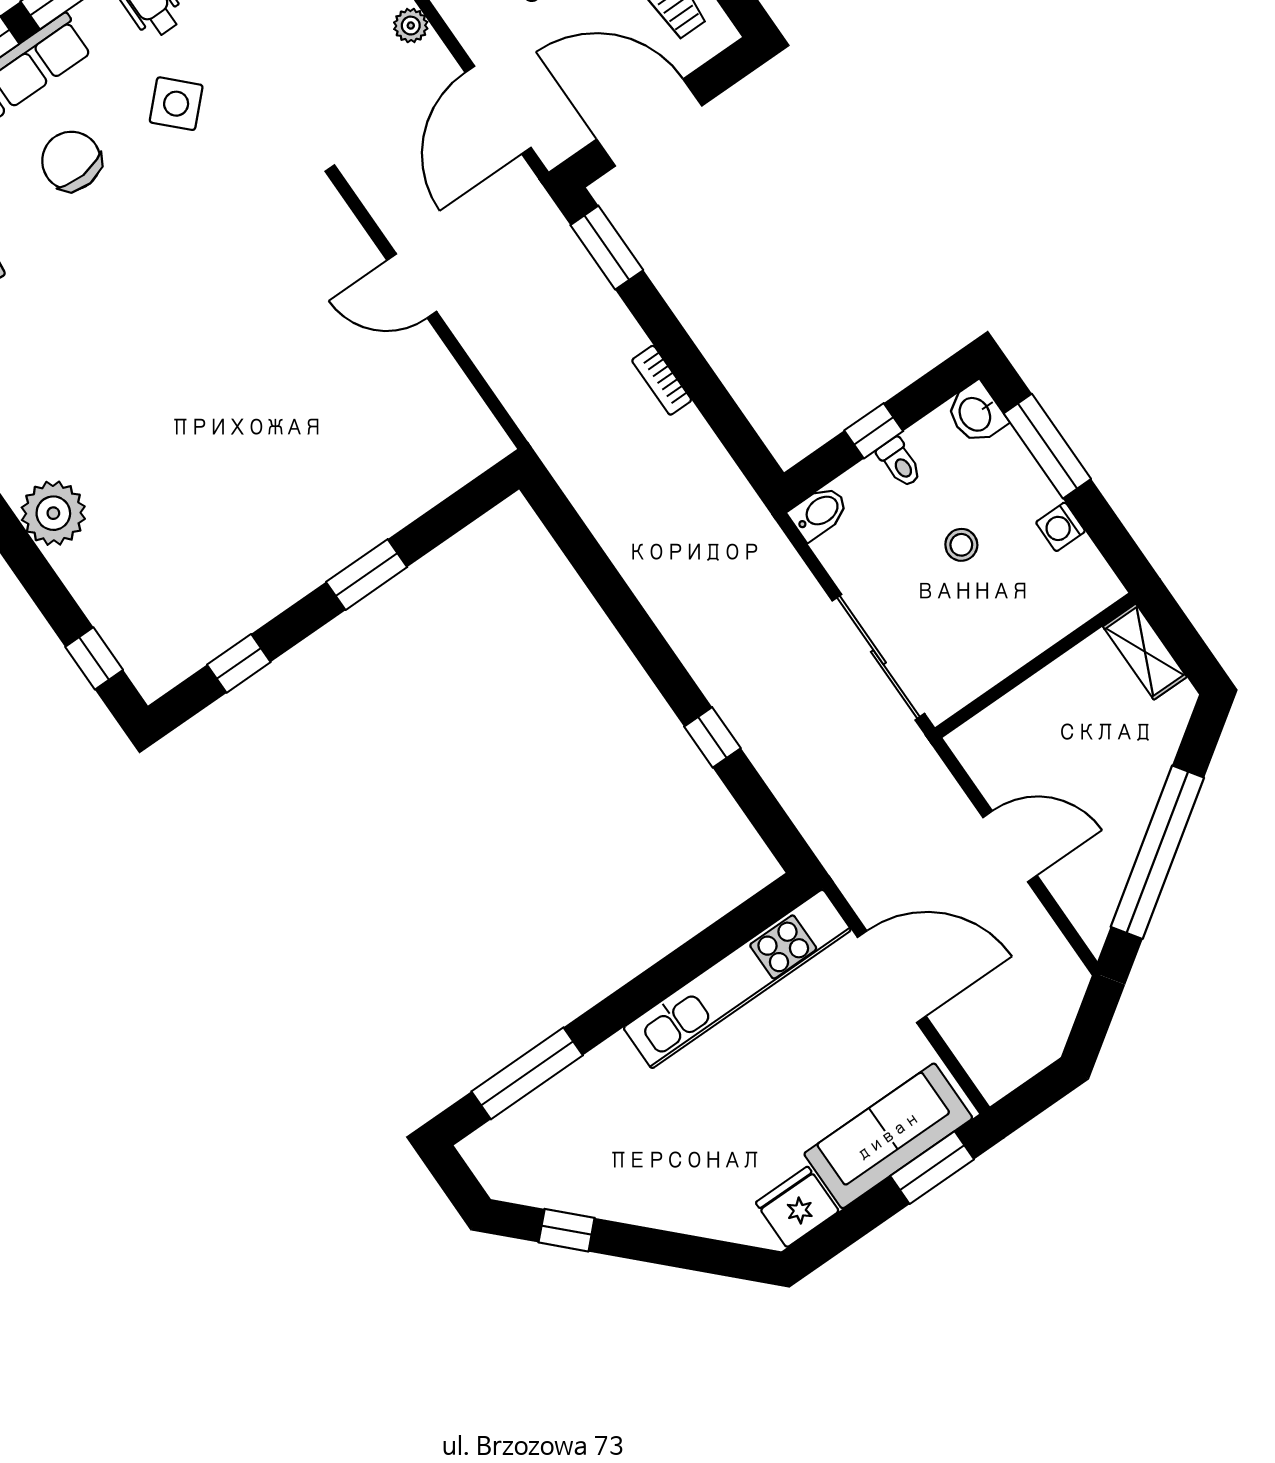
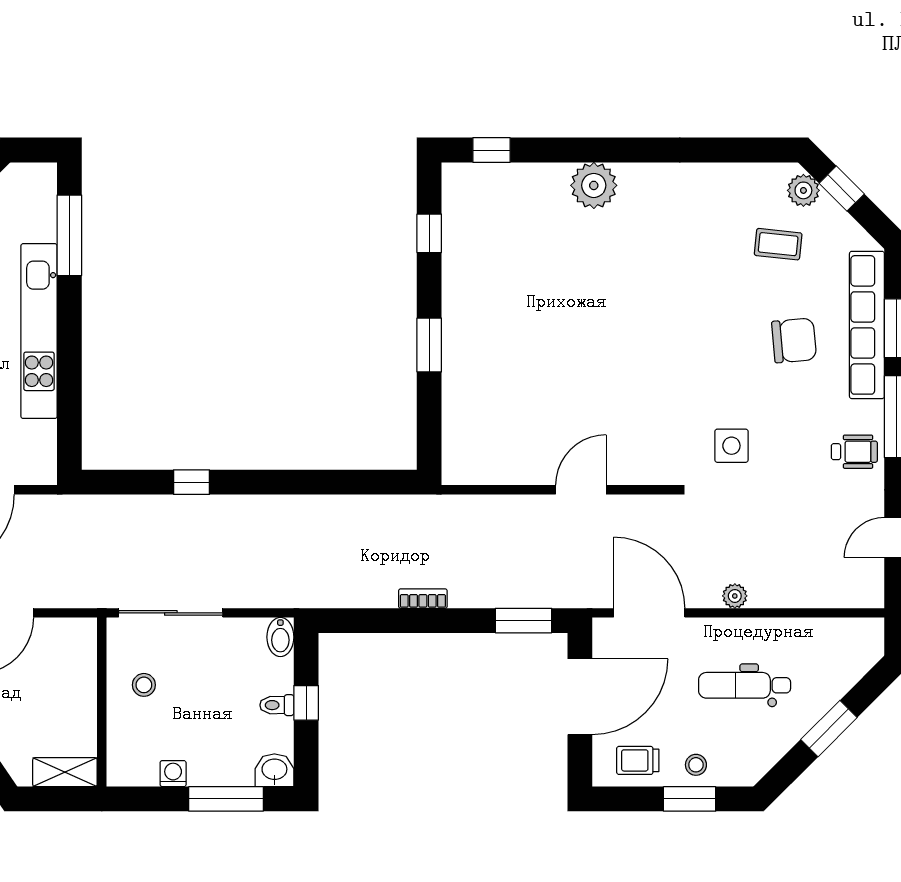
side table: (176, 104) -> (731, 446), moved, turned 45
stool: (961, 545) -> (144, 685), moved
kitchen unit: (737, 979) -> (39, 331), moved

